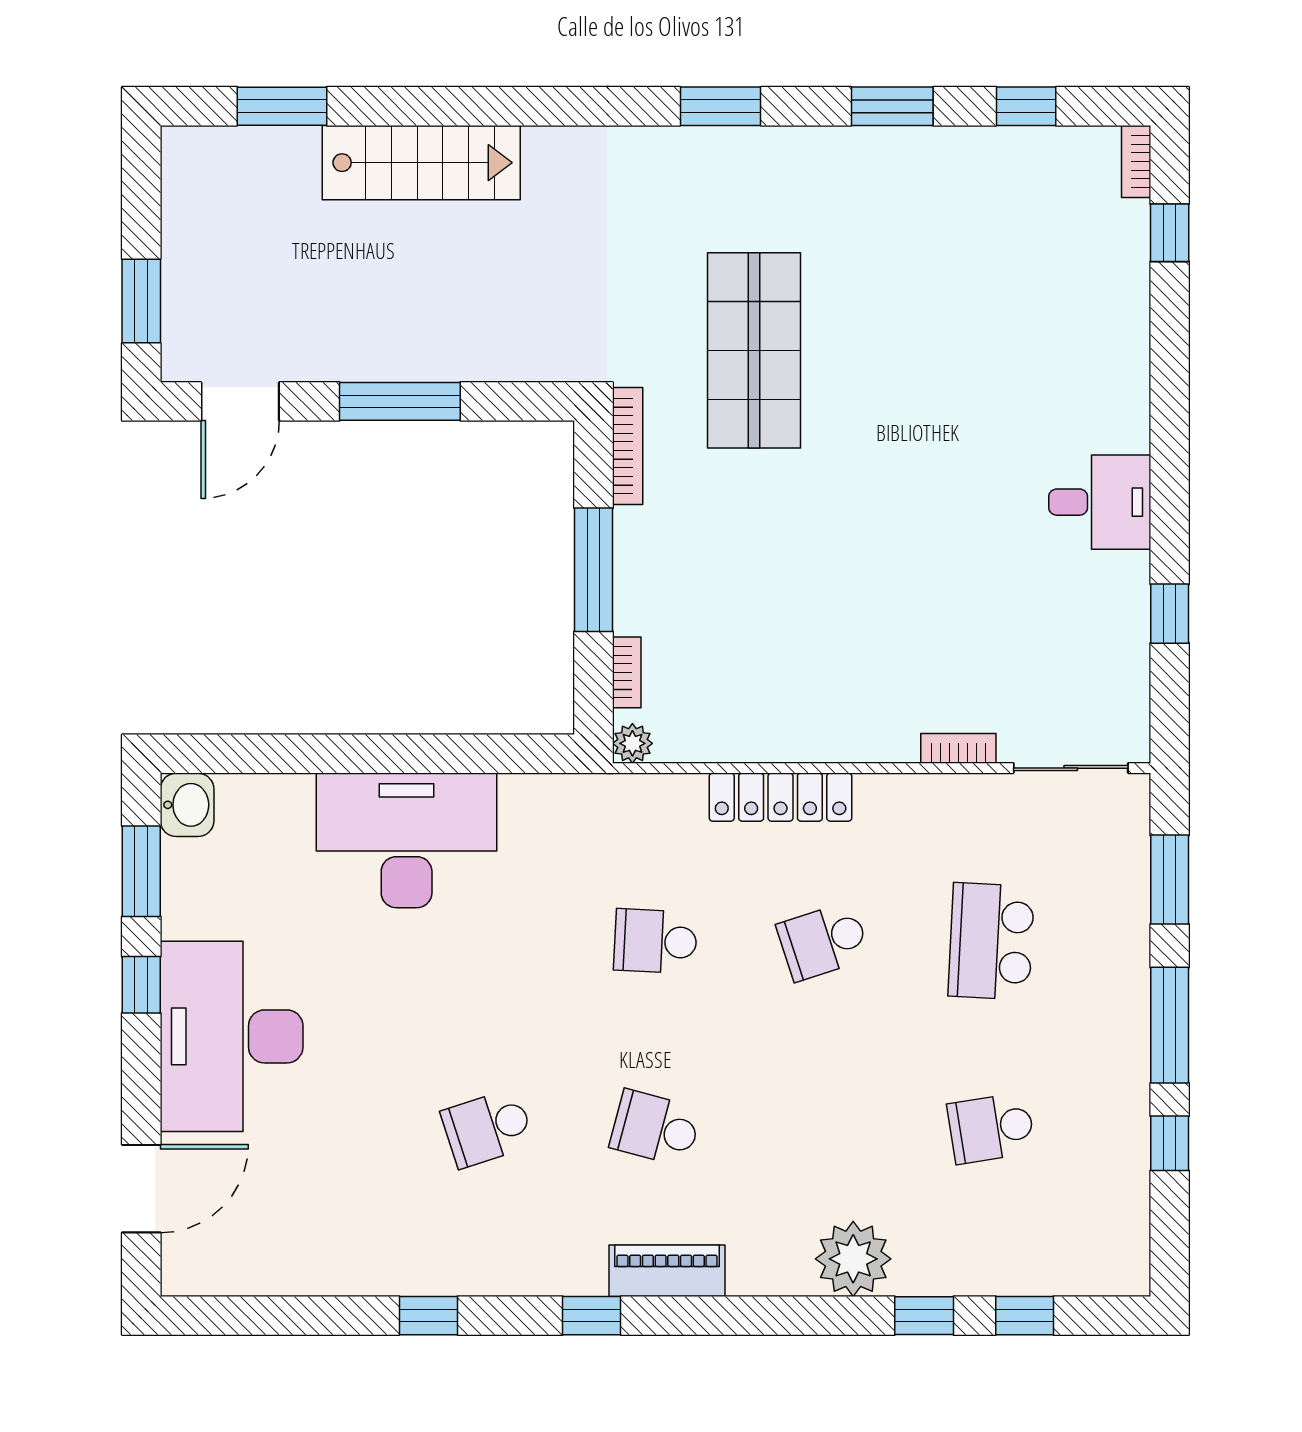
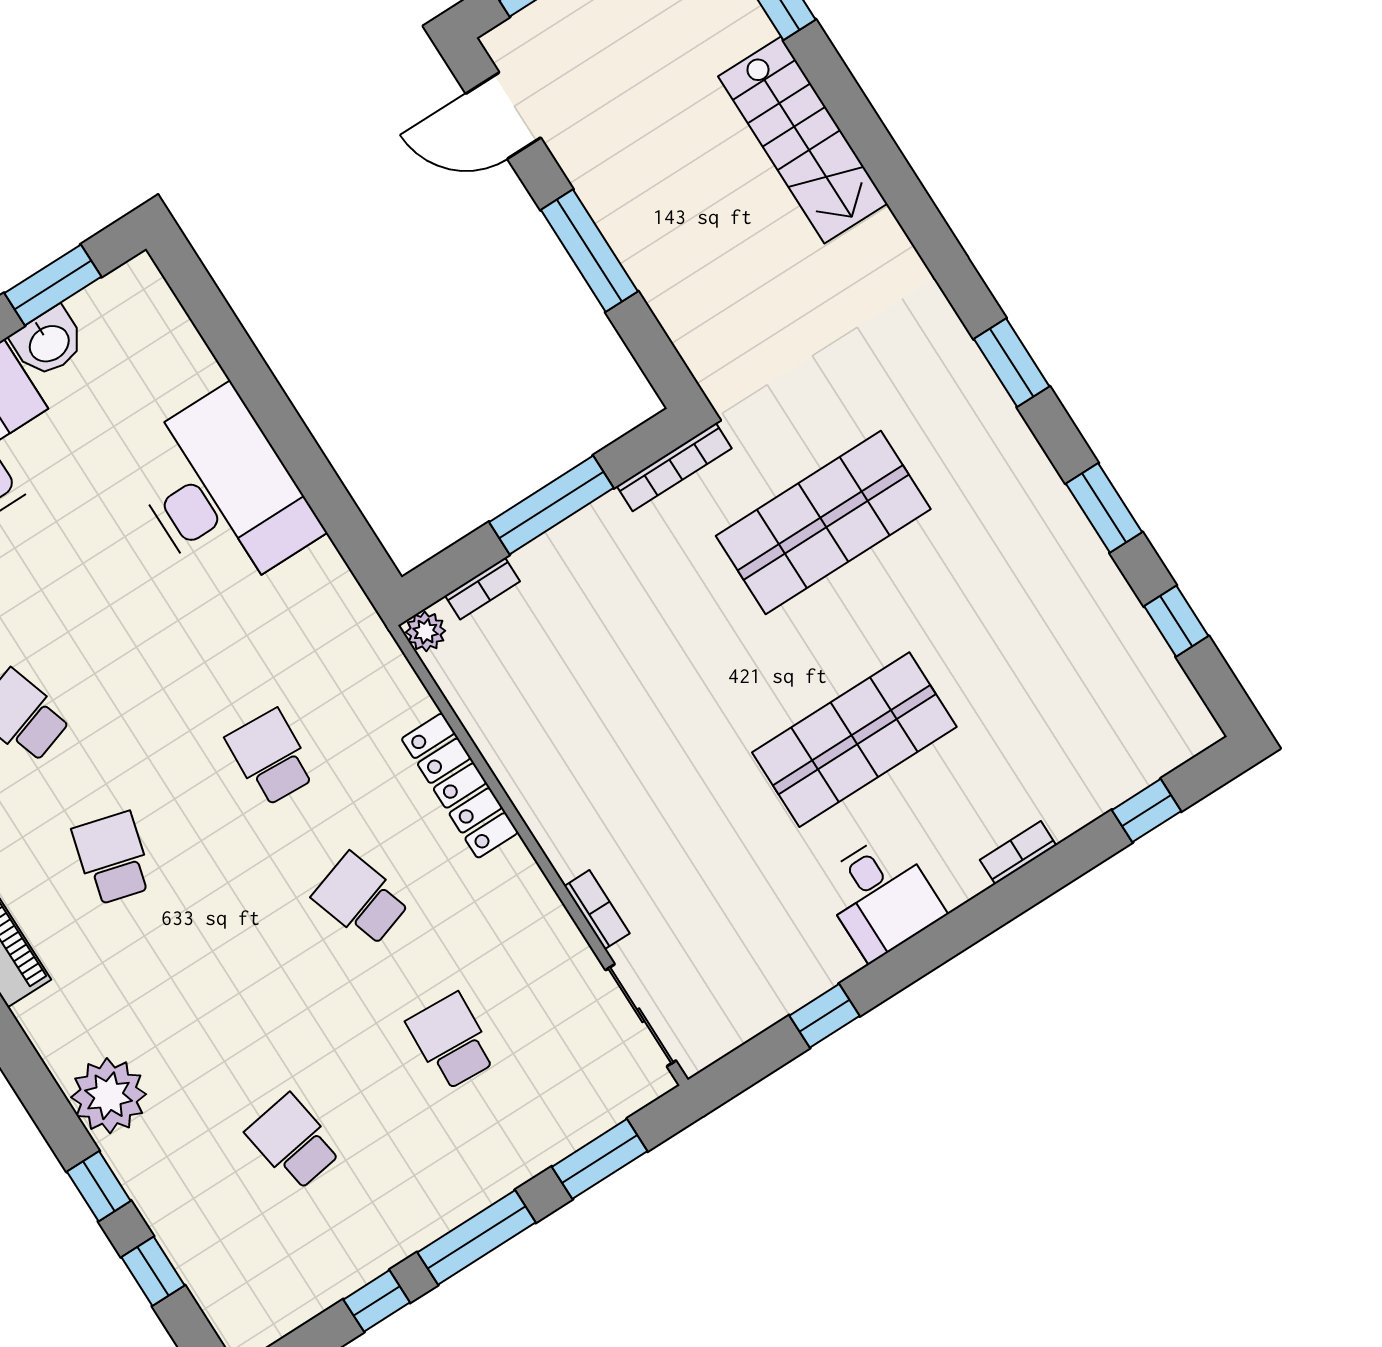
bookcase: (1136, 161) -> (1018, 853), moved
shop shelf: (953, 441) -> (854, 740), added
washbasin: (187, 805) -> (48, 342), moved
school desk: (991, 941) -> (451, 1041), width x0.54

